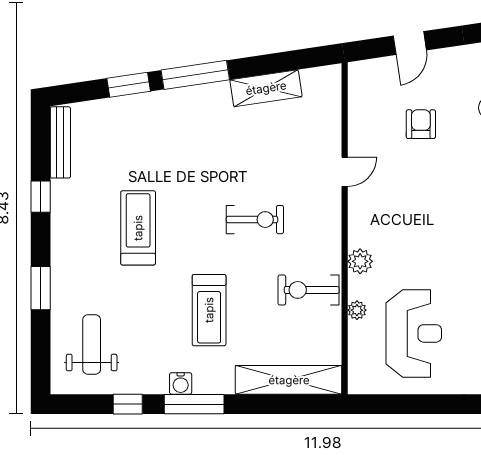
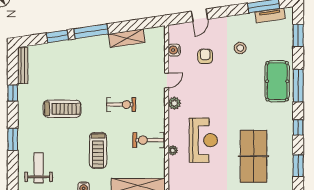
water cooler: (360, 112) -> (174, 50), added
treadmill: (138, 228) -> (62, 109), turned 90
plant: (360, 261) -> (174, 103), moved
reception desk: (414, 333) -> (203, 140), moved

